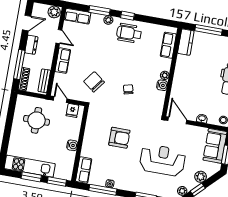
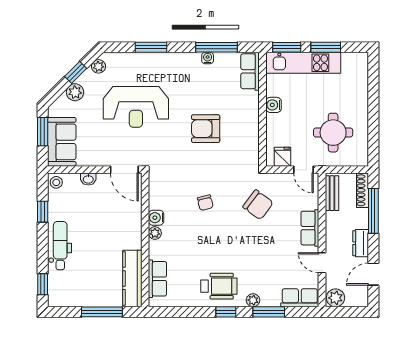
kitchen counter: (186, 42) -> (132, 278), width x1.50
kitchen unit: (30, 166) -> (303, 63), moved

